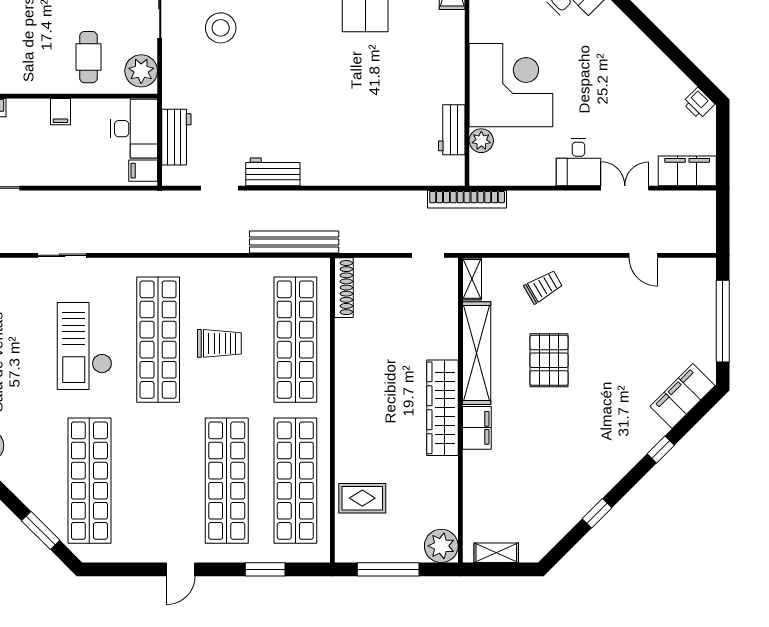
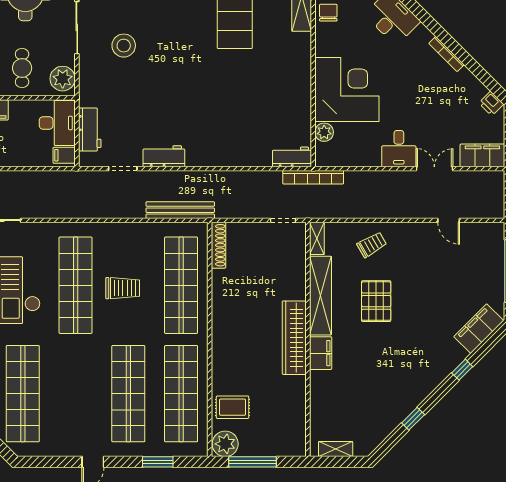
bookcase: (640, 39) -> (446, 54), added
workbench: (452, 130) -> (292, 157), moved, turned 90
plant: (441, 546) -> (225, 444), moved

